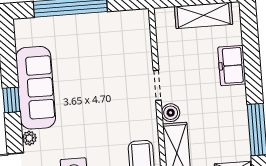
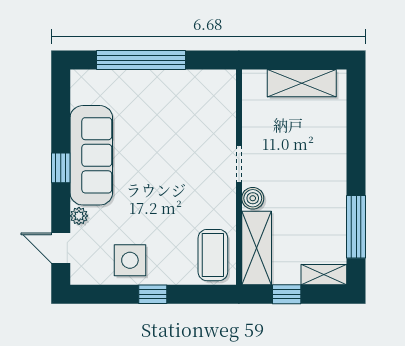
freezer: (232, 66) -> (331, 147), removed

